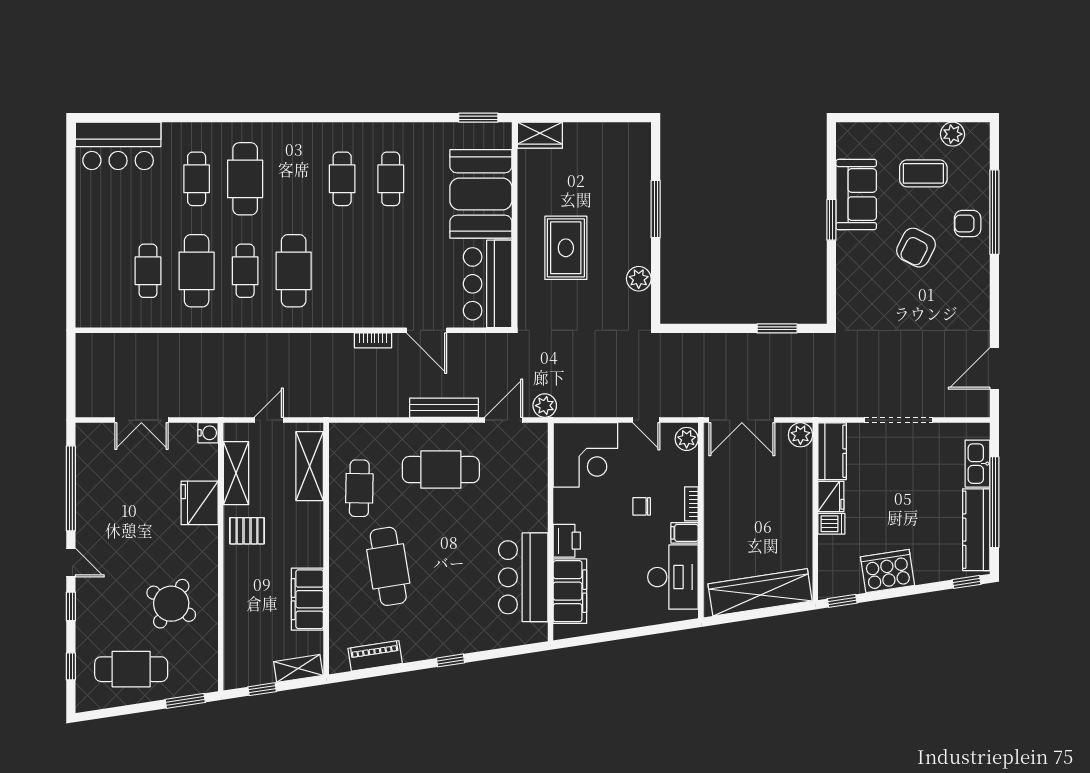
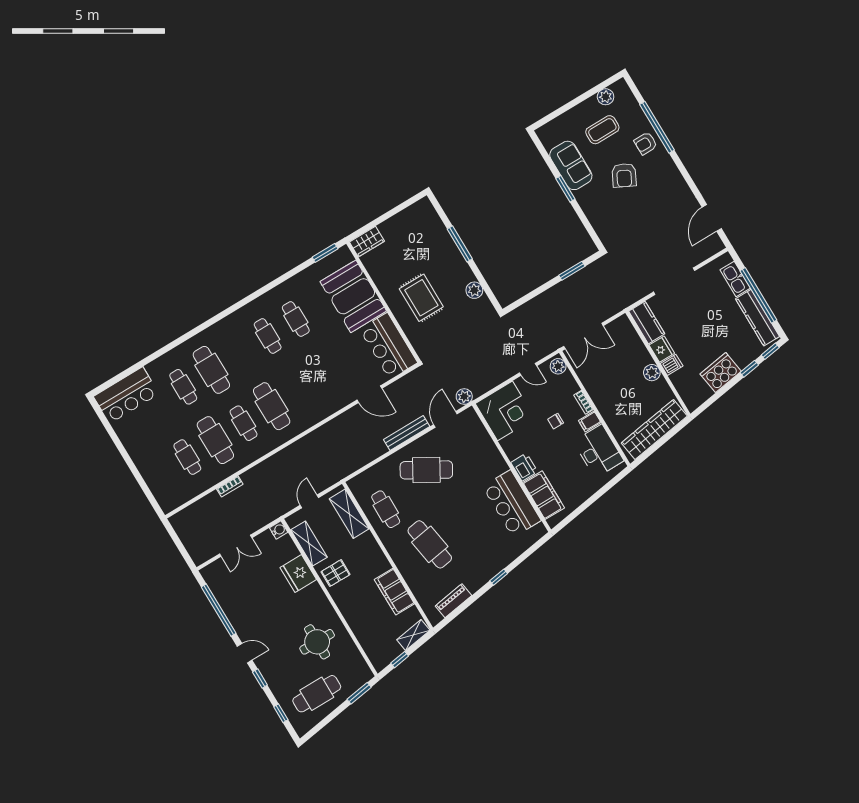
bookcase: (373, 340) -> (230, 486), moved
plant: (800, 435) -> (652, 373), moved
cafe table: (441, 470) -> (426, 470), turned 30
window: (842, 601) -> (749, 369), moved
round table: (171, 604) -> (317, 642), turned -32

